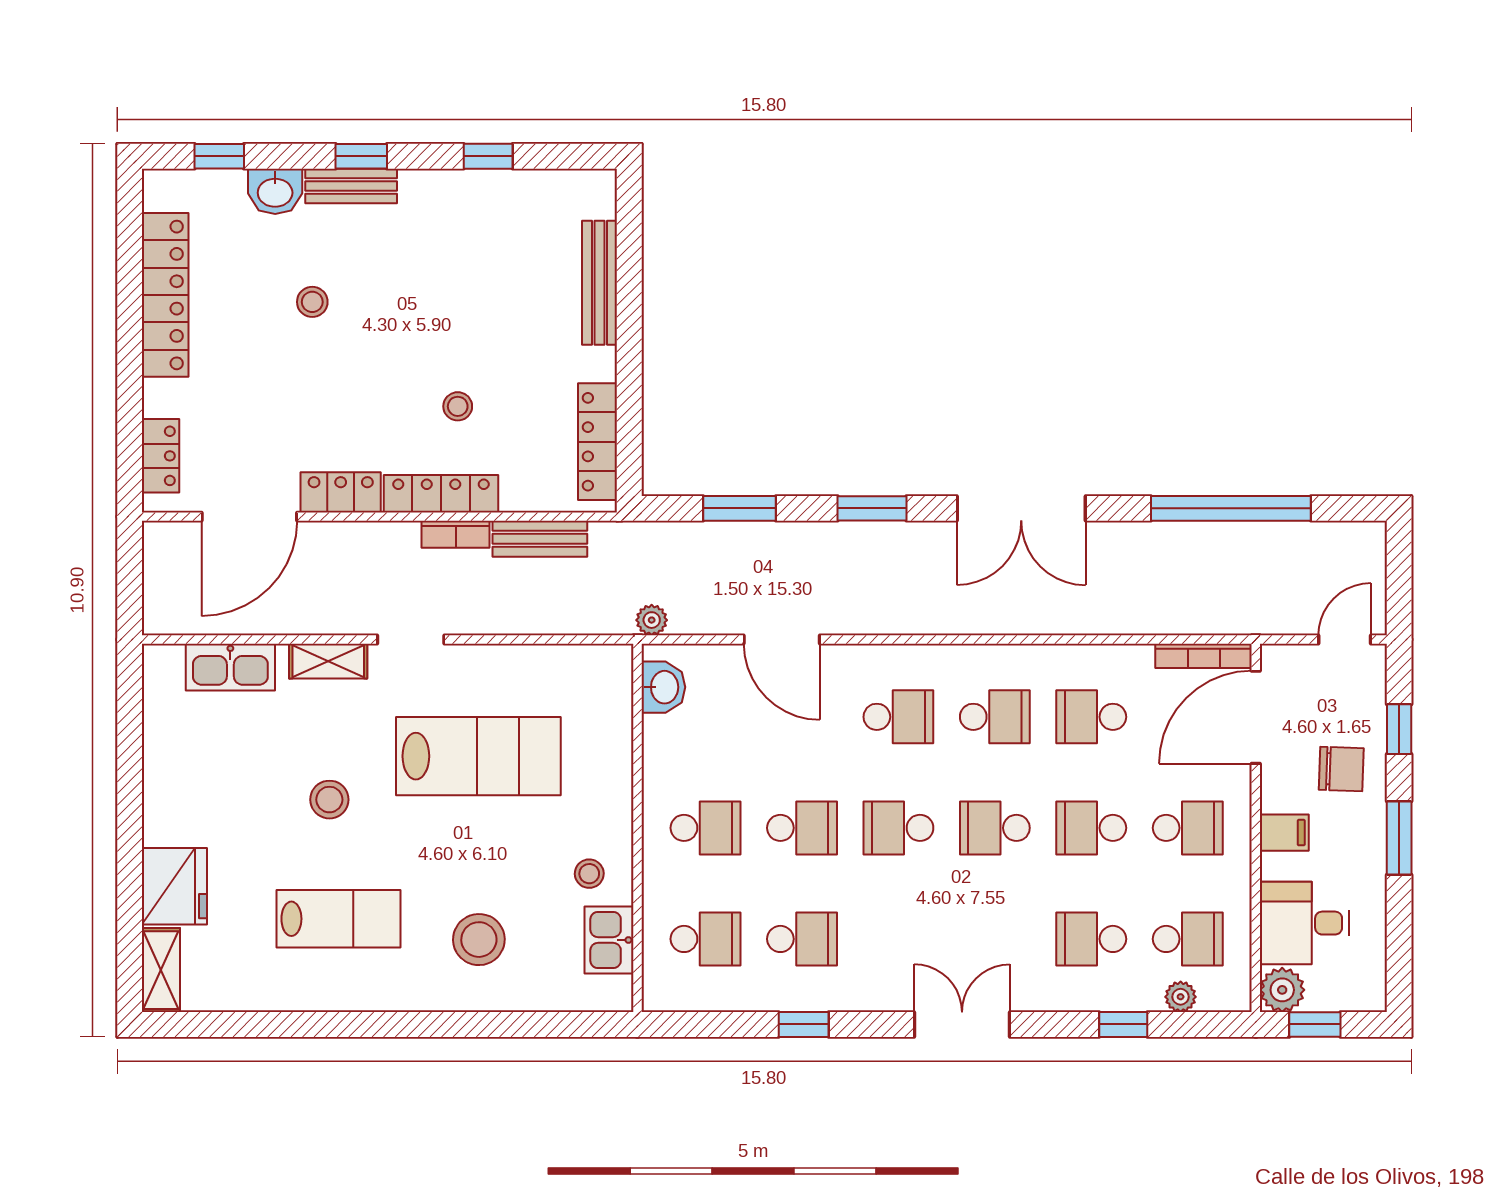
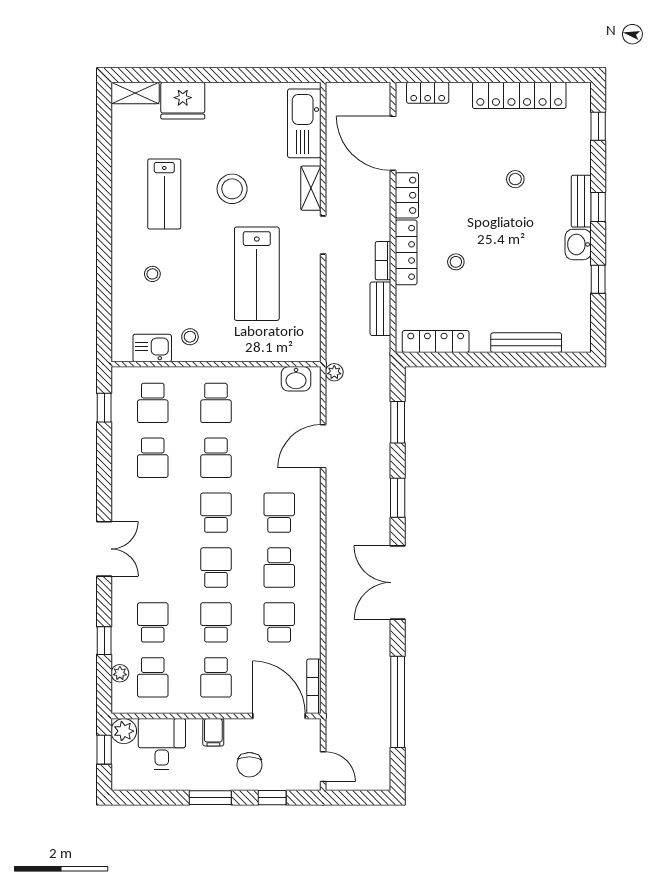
washbasin: (275, 191) -> (578, 244), moved
kitchen sink: (230, 667) -> (304, 123), width x1.36, depth x1.24
school desk: (898, 717) -> (279, 513), turned 180
stool: (329, 800) -> (232, 189), width x1.38, depth x1.38
stool: (479, 940) -> (152, 274), width x0.53, depth x0.53
window: (804, 1024) -> (104, 408), moved

